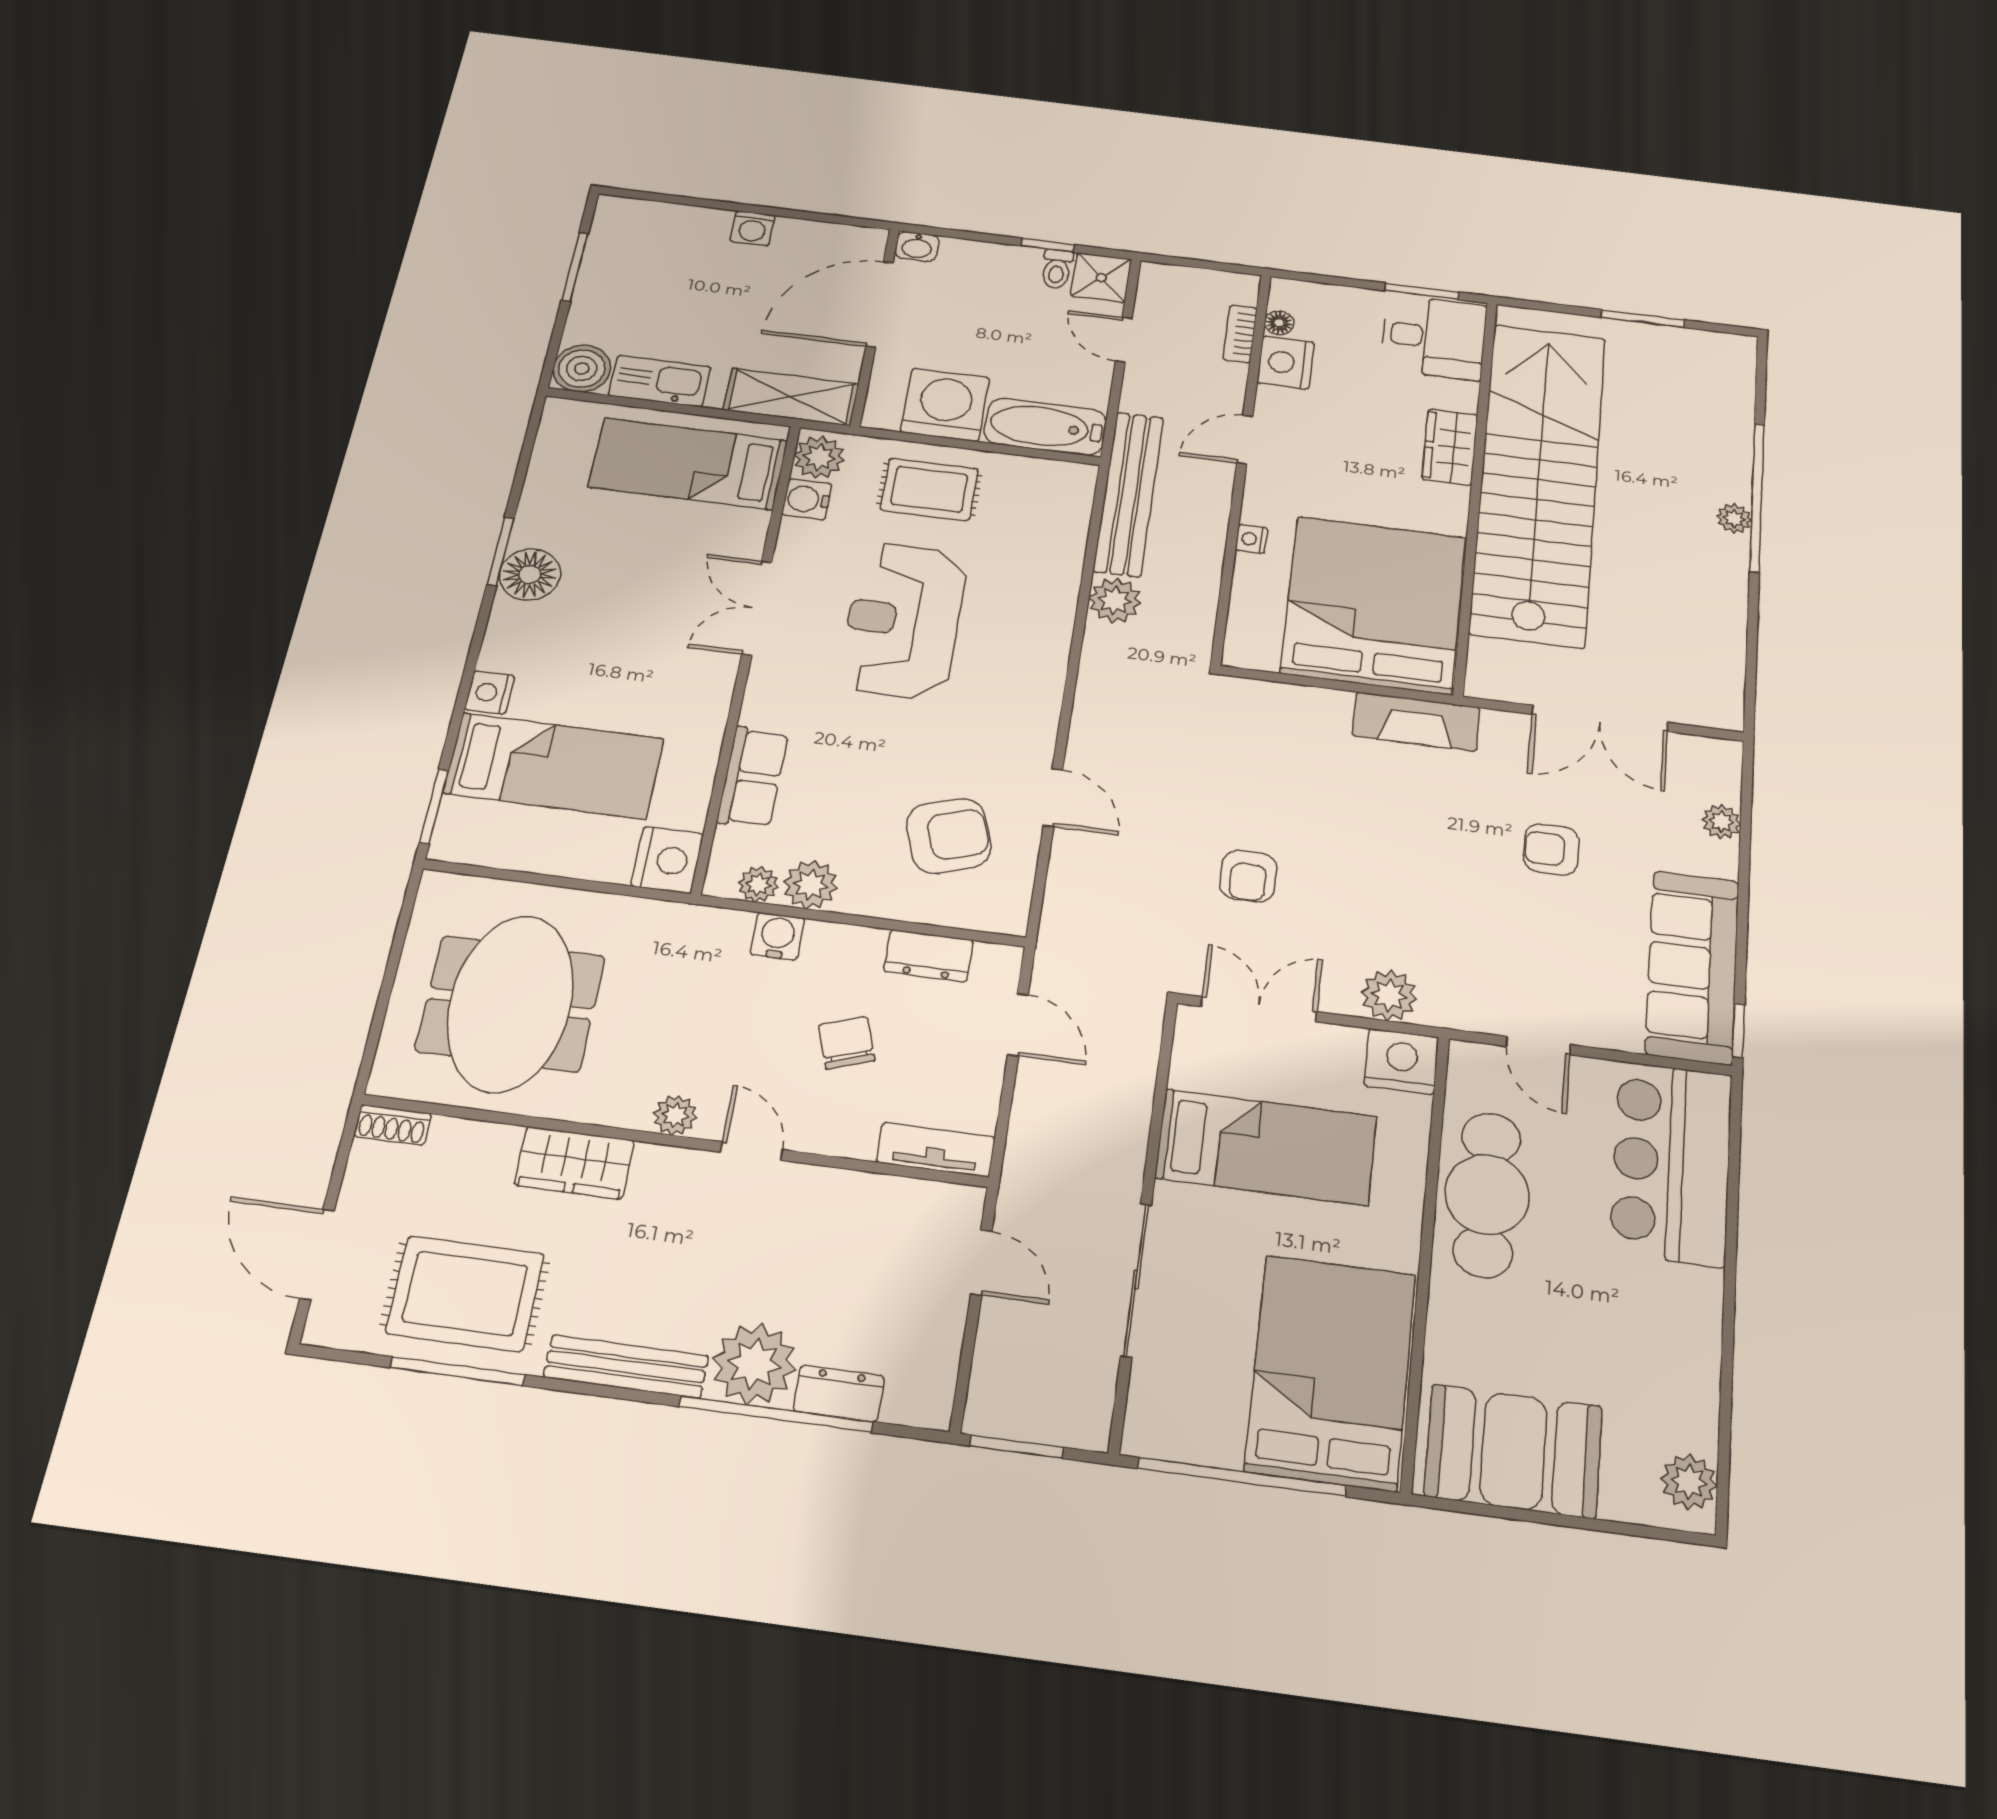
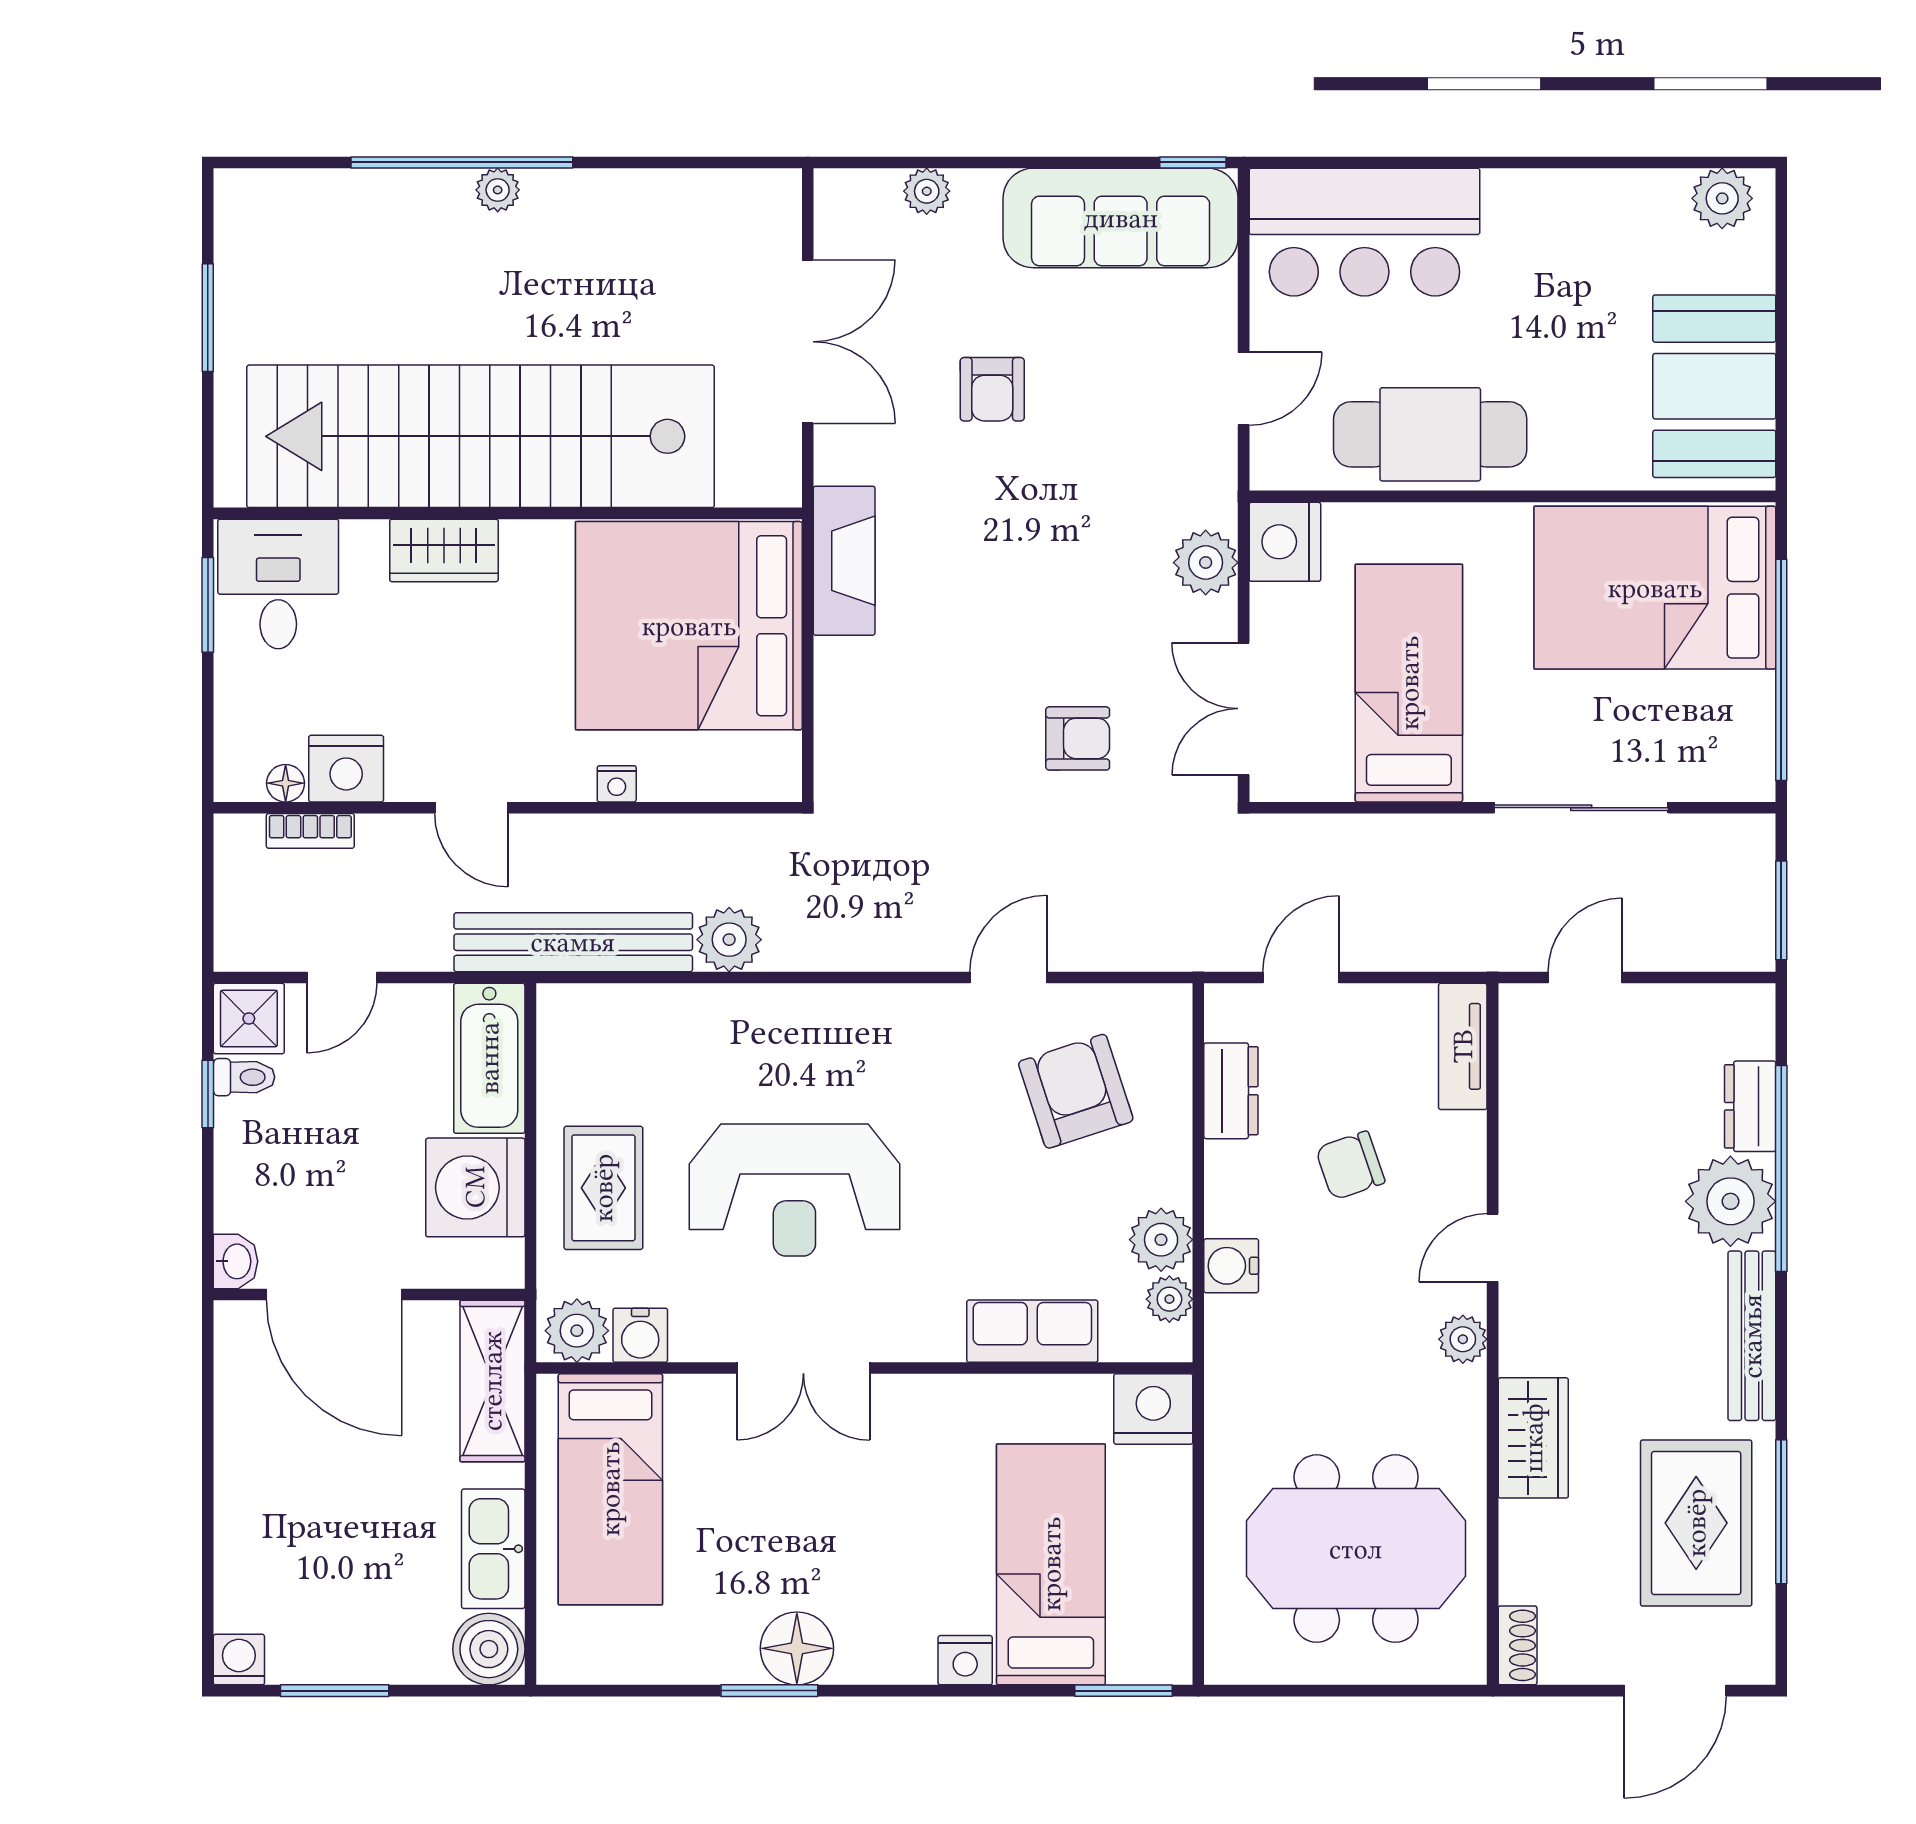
washing machine: (752, 228) -> (239, 1660), moved, turned -90

